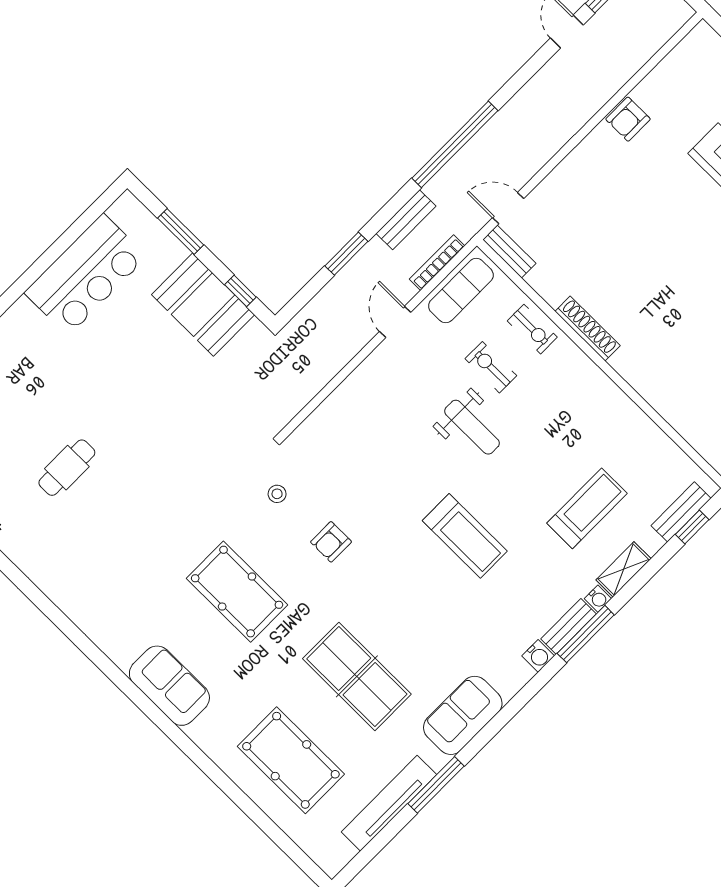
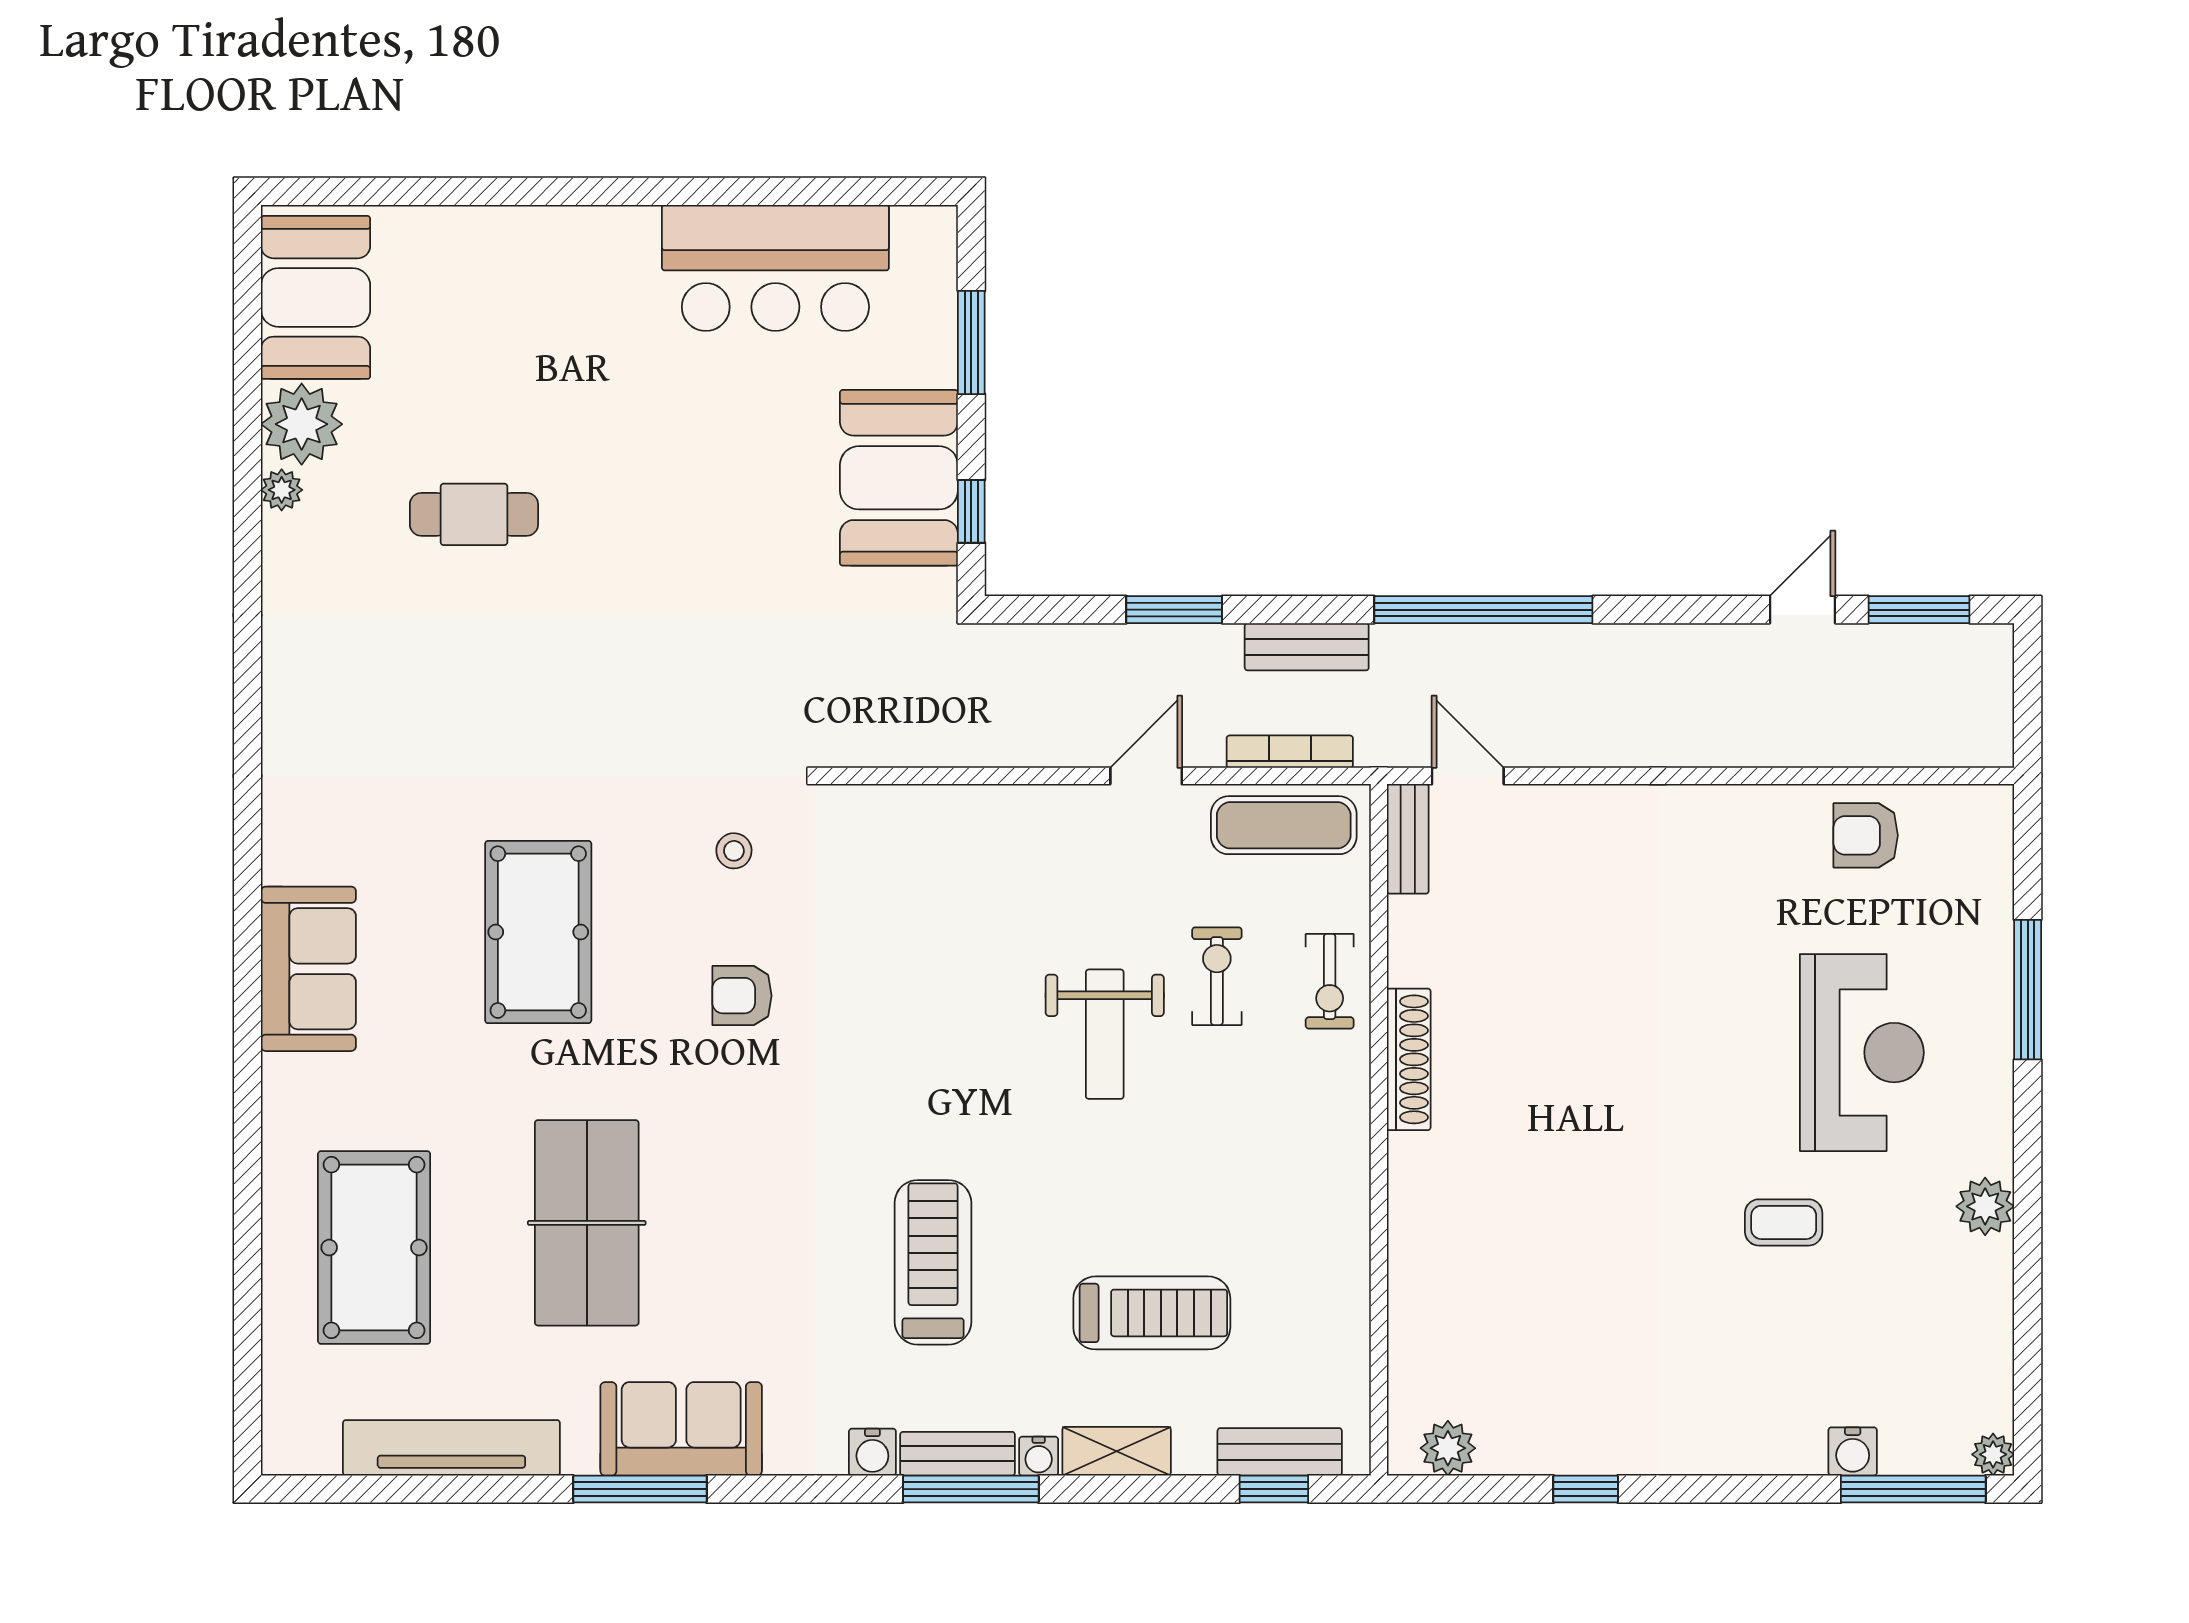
armchair: (628, 119) -> (1866, 835), moved
treadmill: (465, 536) -> (933, 1262), moved, turned 180
window: (436, 785) -> (640, 1489), moved

